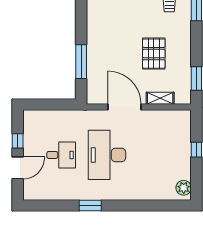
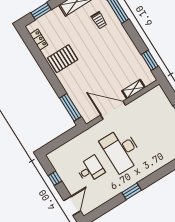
pallet: (154, 54) -> (63, 59), moved, turned 90
window: (81, 62) -> (70, 107), moved
door: (18, 168) -> (72, 206), moved

